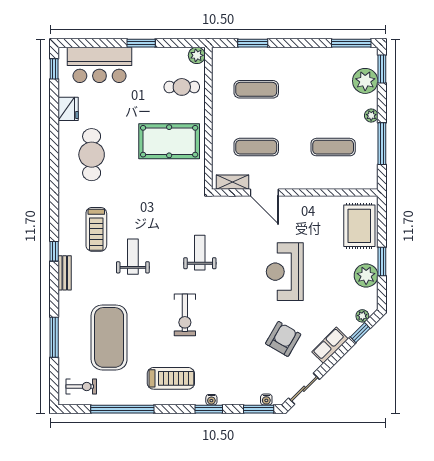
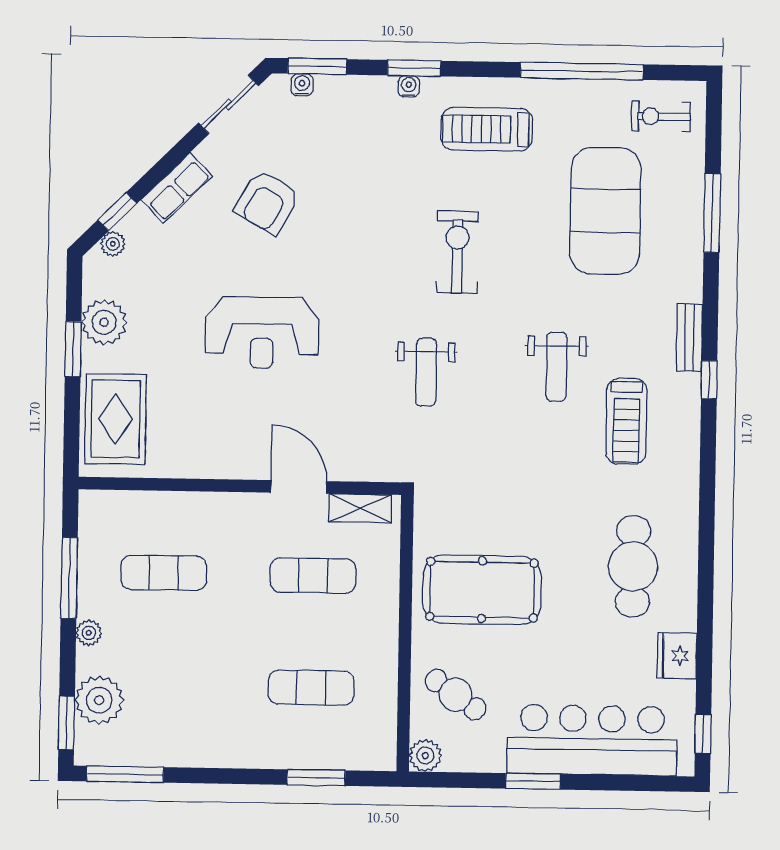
bar counter: (99, 65) -> (592, 740), width x1.36
cafe table: (182, 87) -> (456, 695), turned 35
treadmill: (96, 229) -> (626, 421), turned 180
reception desk: (285, 272) -> (262, 333), turned 90

